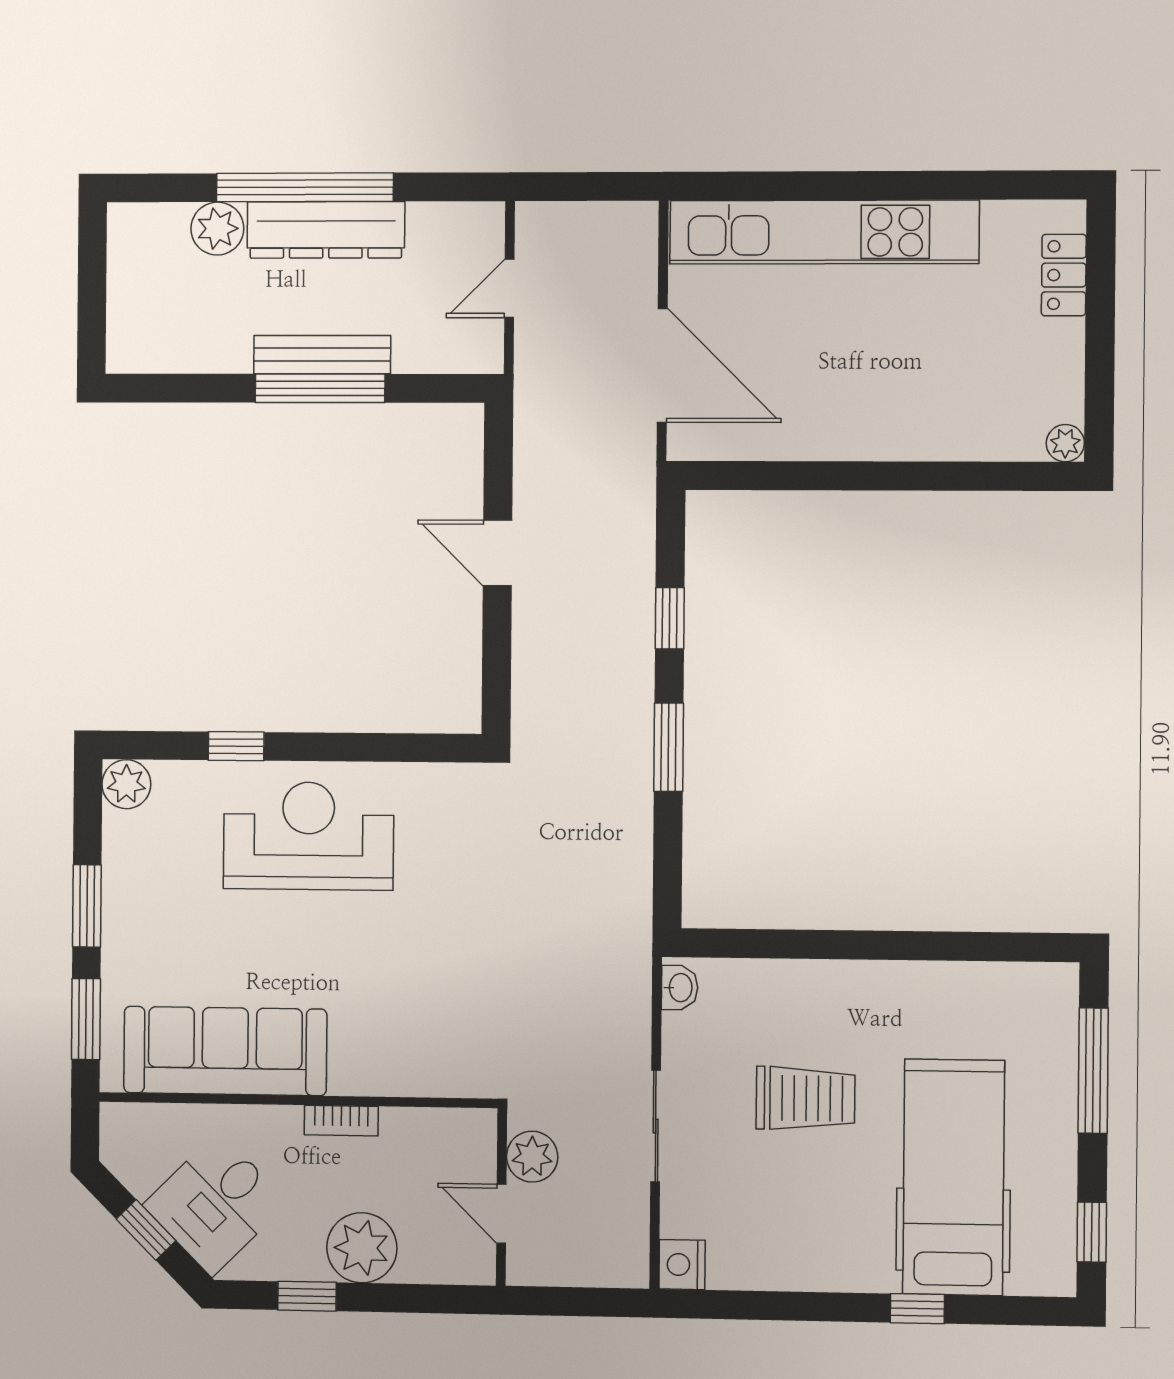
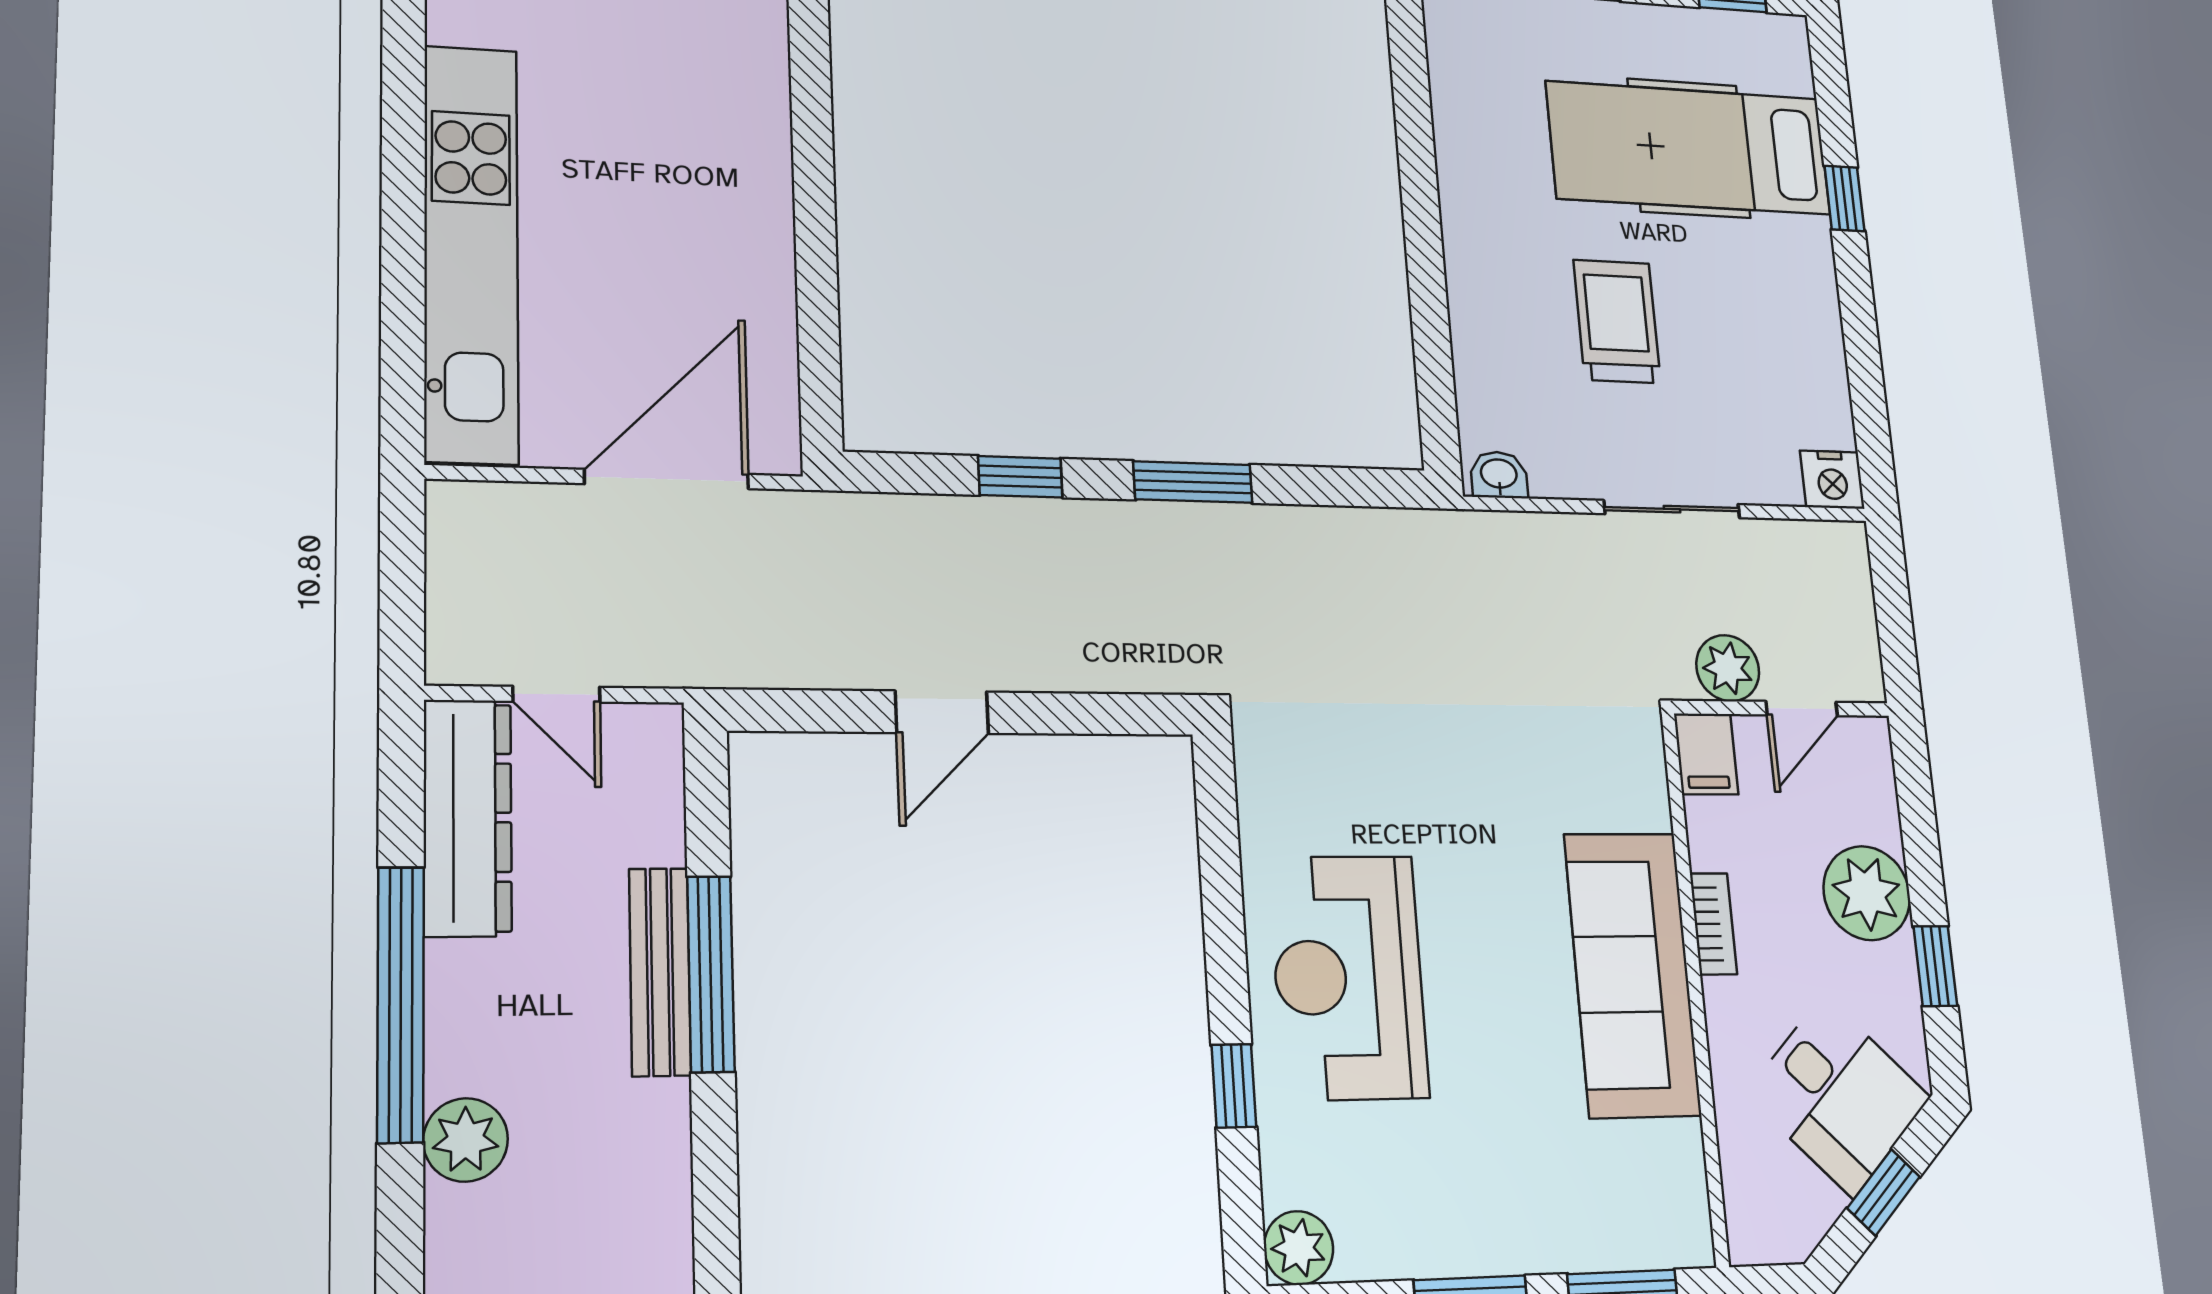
dresser: (326, 230) -> (467, 817), moved
sofa: (225, 1051) -> (1632, 974), moved
filing cabinet: (467, 1131) -> (1706, 754), added

